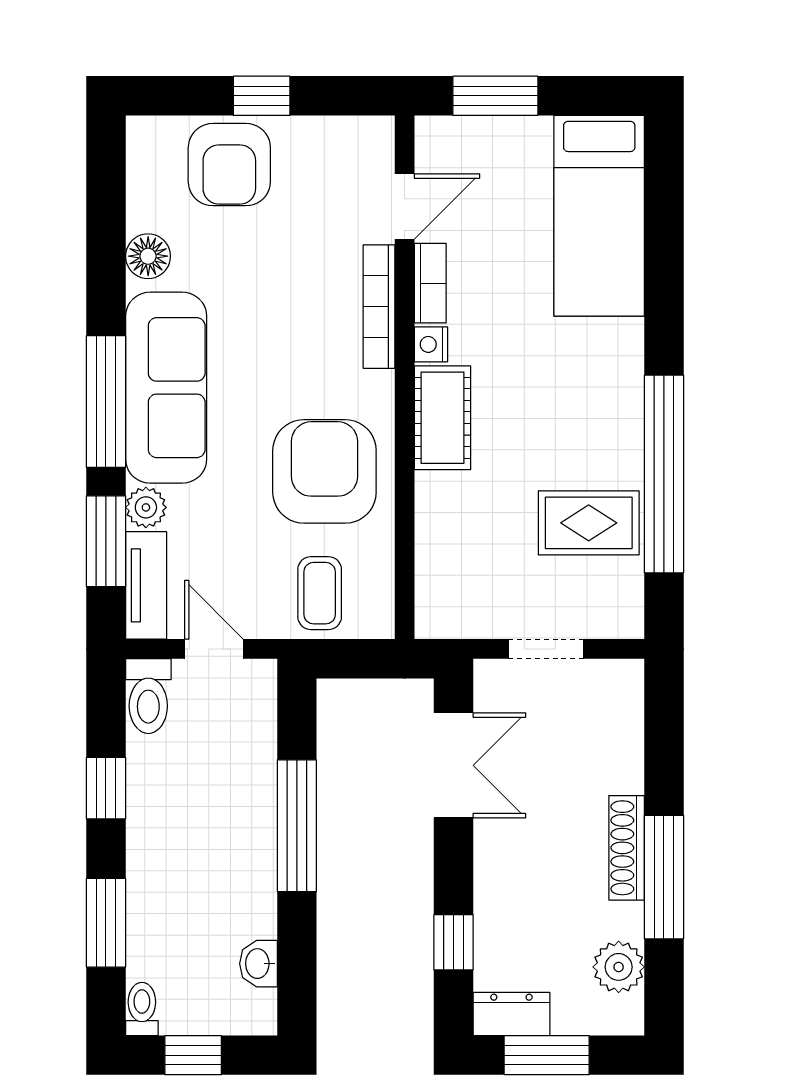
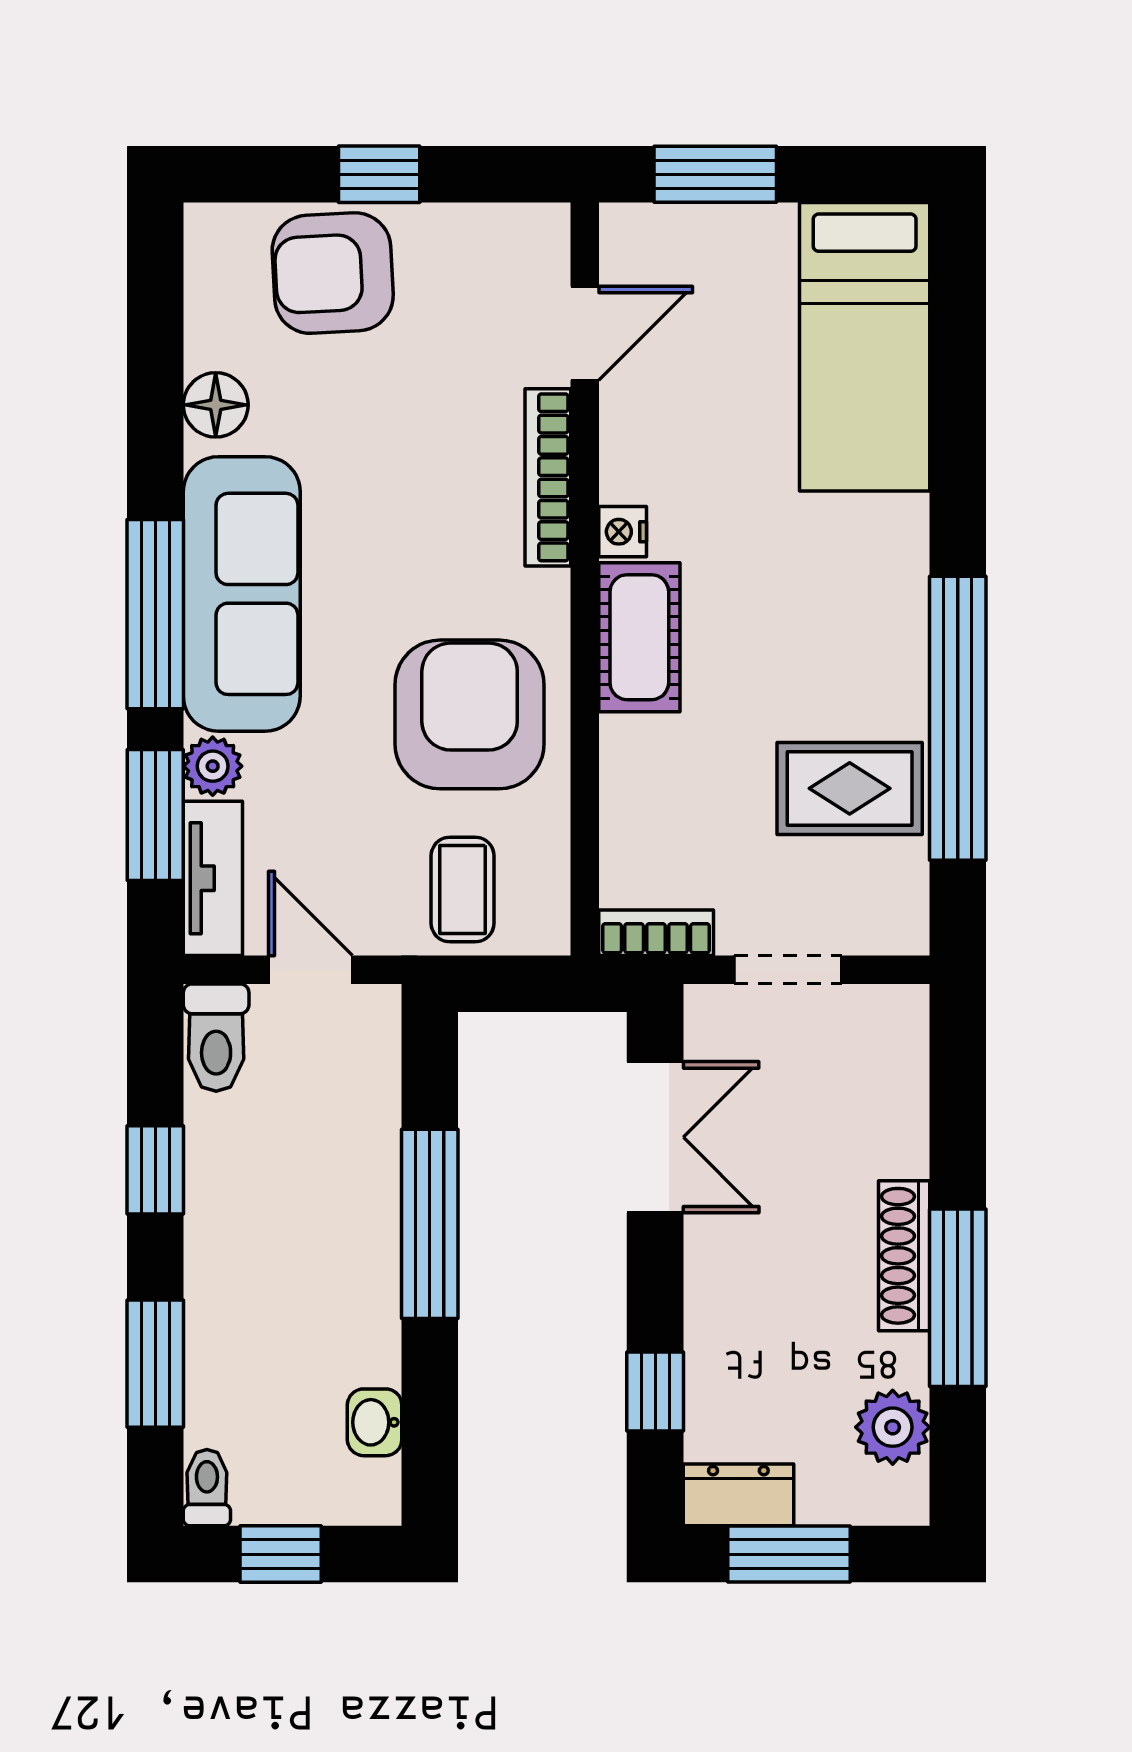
armchair: (229, 165) -> (333, 273), turned 87
bookcase: (430, 283) -> (656, 933), moved, turned -90

